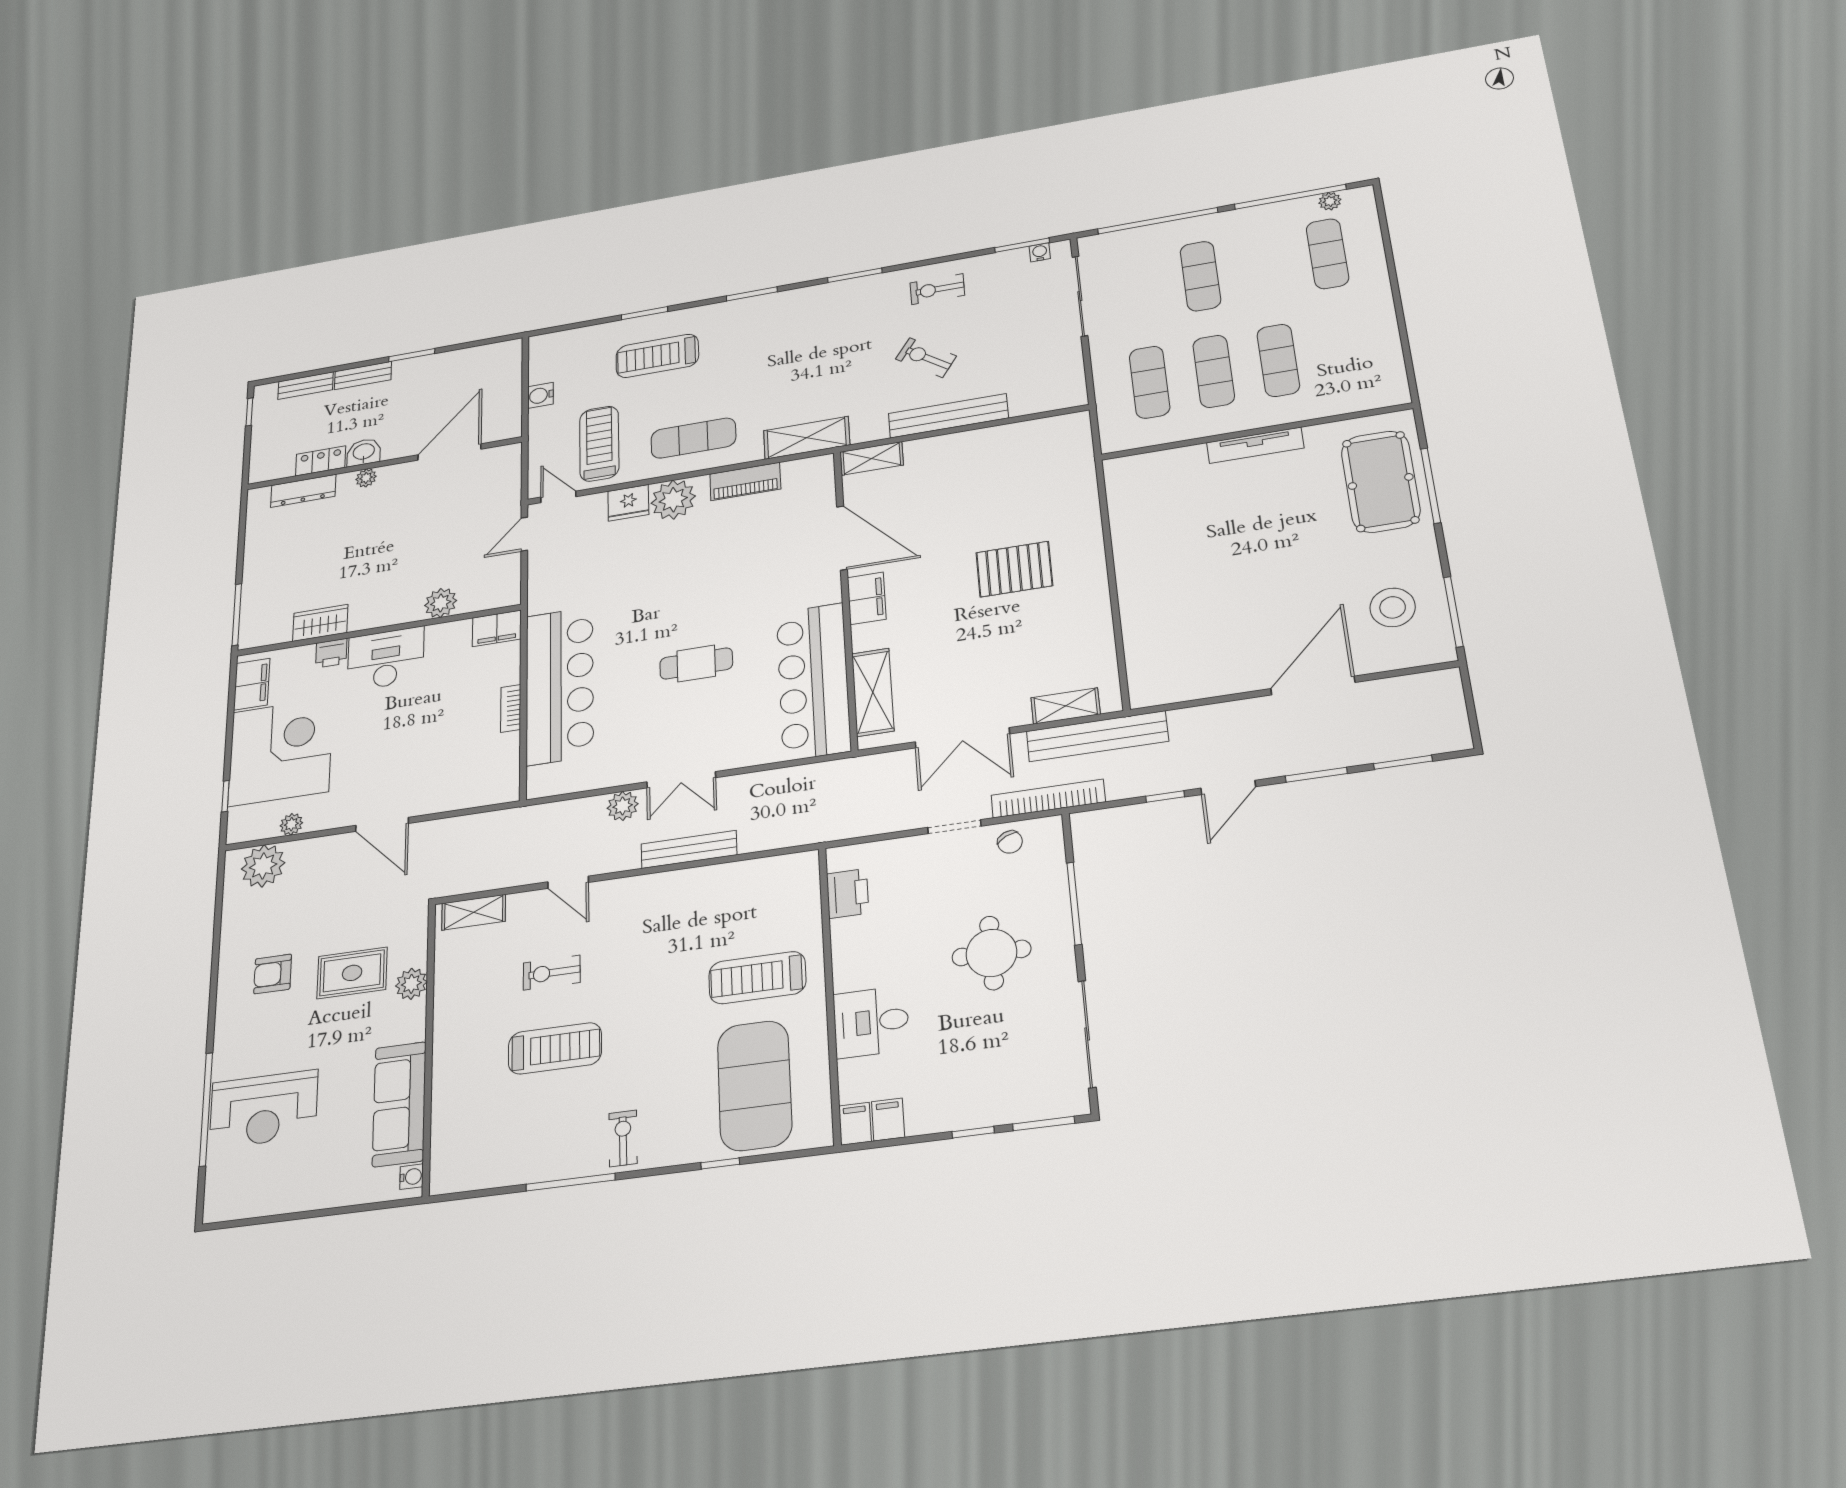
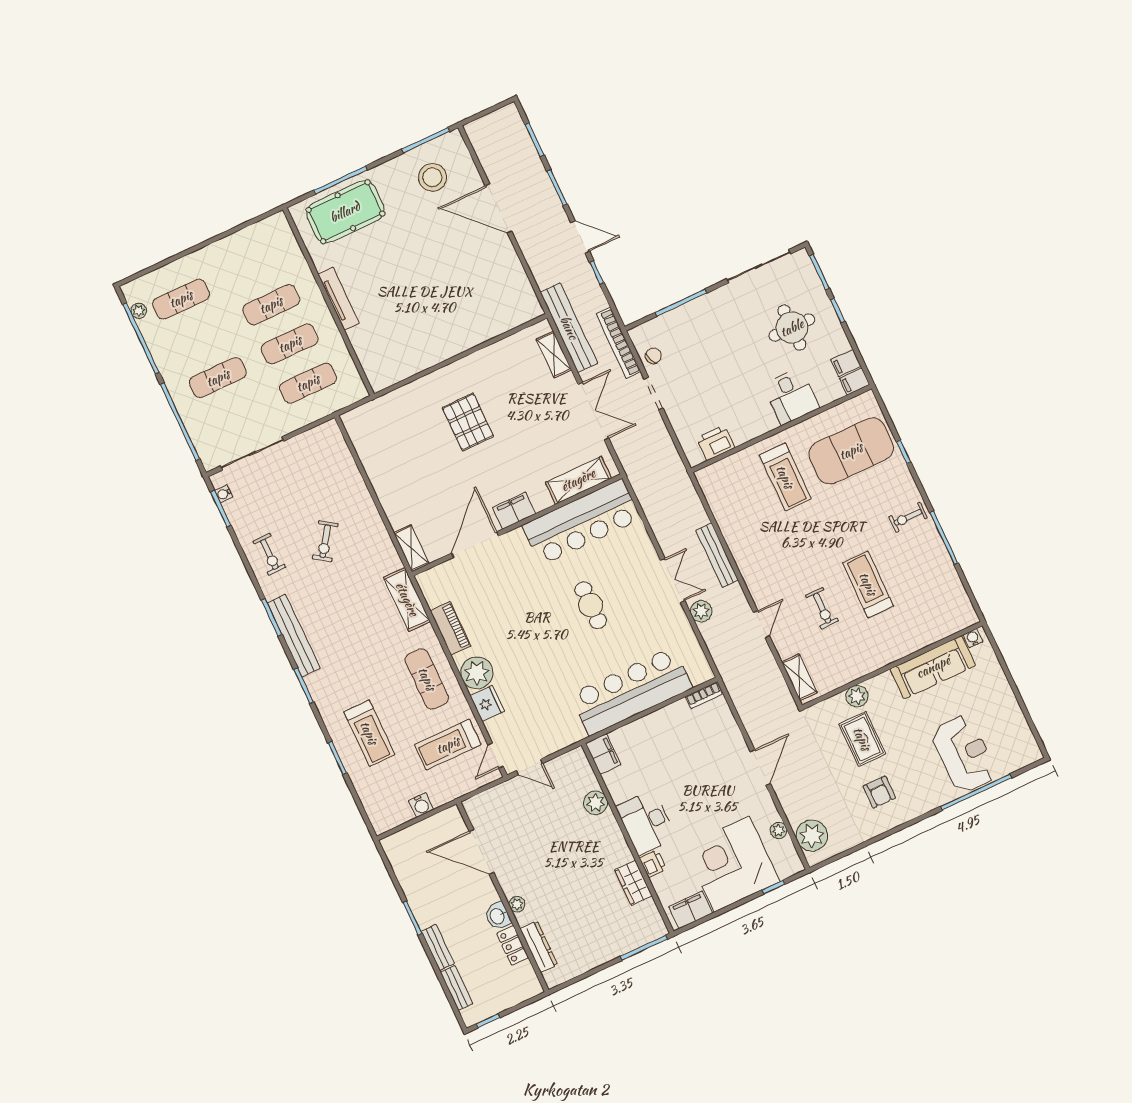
bench: (948, 416) -> (294, 636), moved
bookcase: (511, 708) -> (704, 695), moved
round table: (991, 953) -> (792, 328), moved

